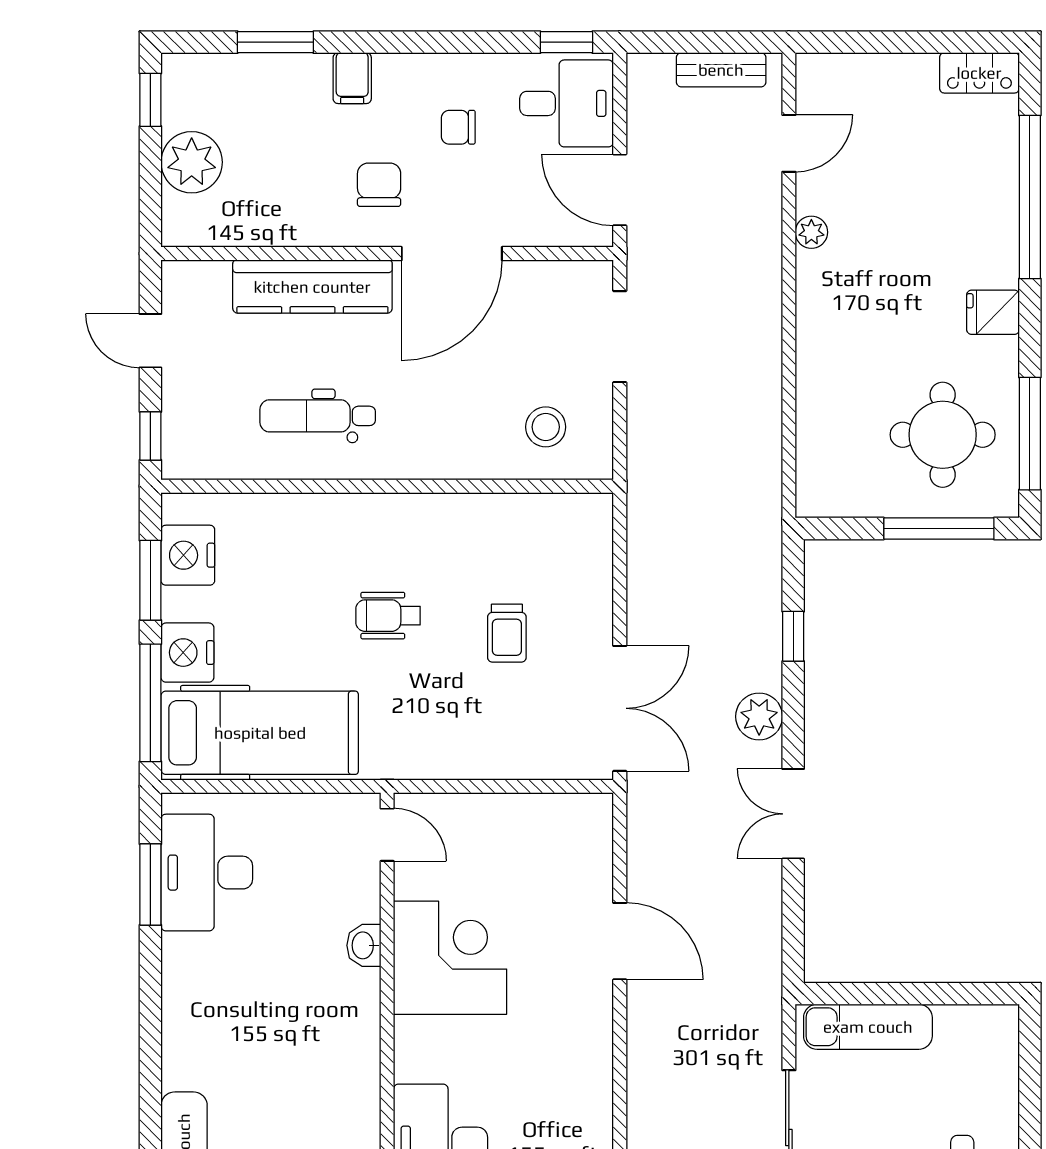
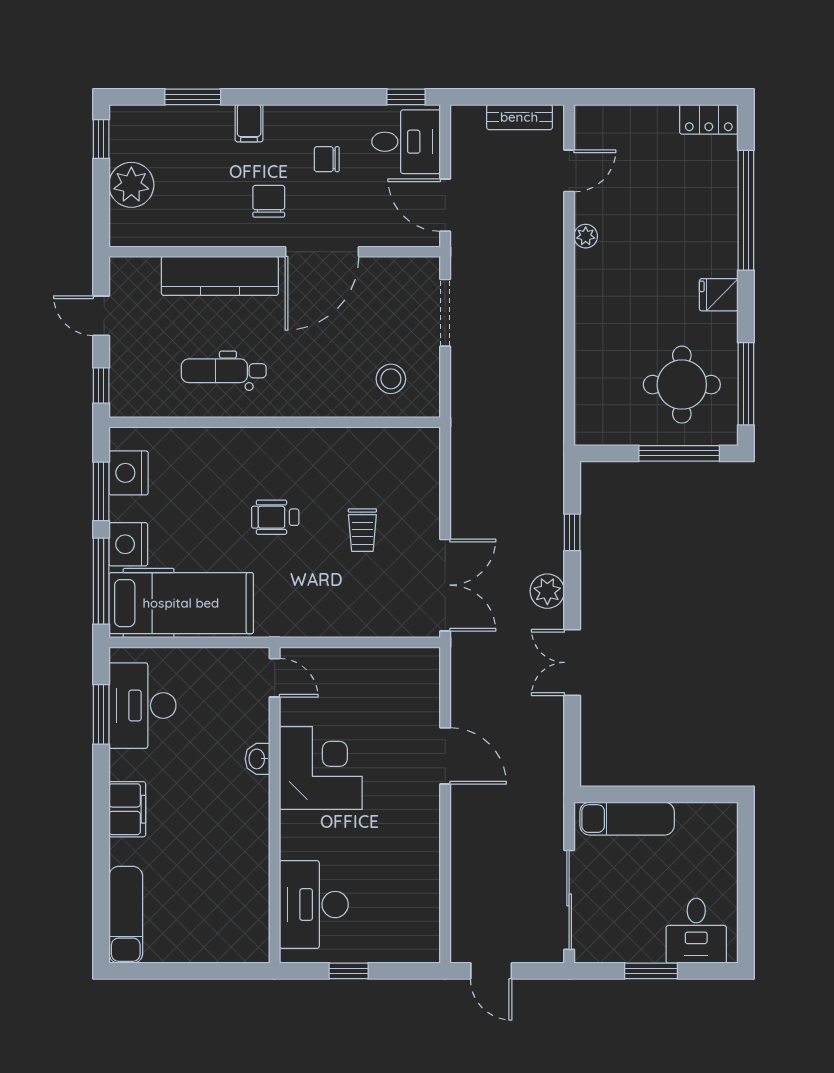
filing cabinet: (186, 1014) -> (127, 809), added

